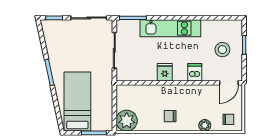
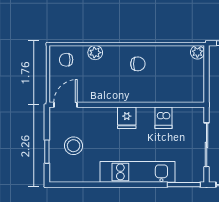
fridge: (165, 72) -> (127, 118), moved
dishwasher: (195, 72) -> (163, 118), moved
plant: (127, 121) -> (197, 52), width x0.53, depth x0.53

